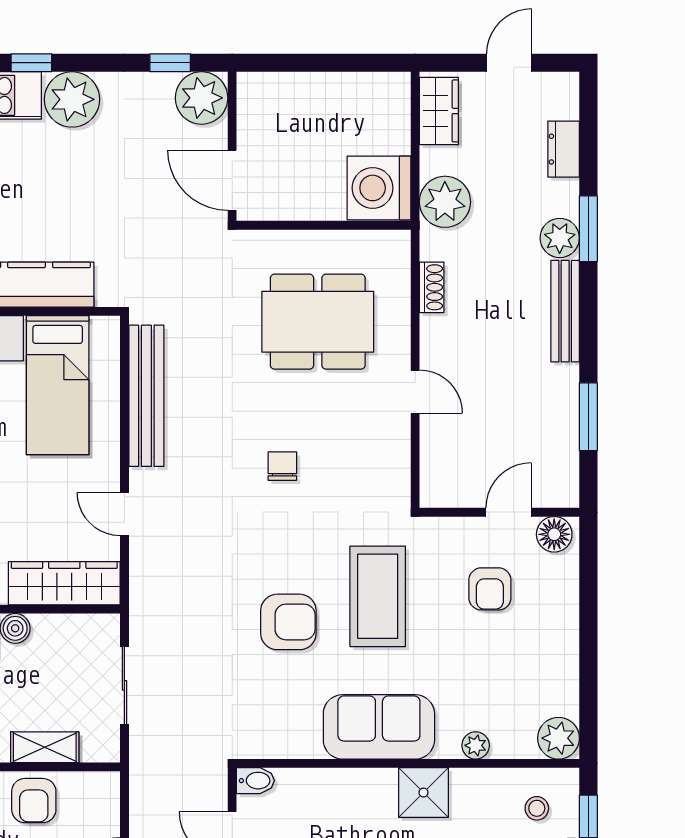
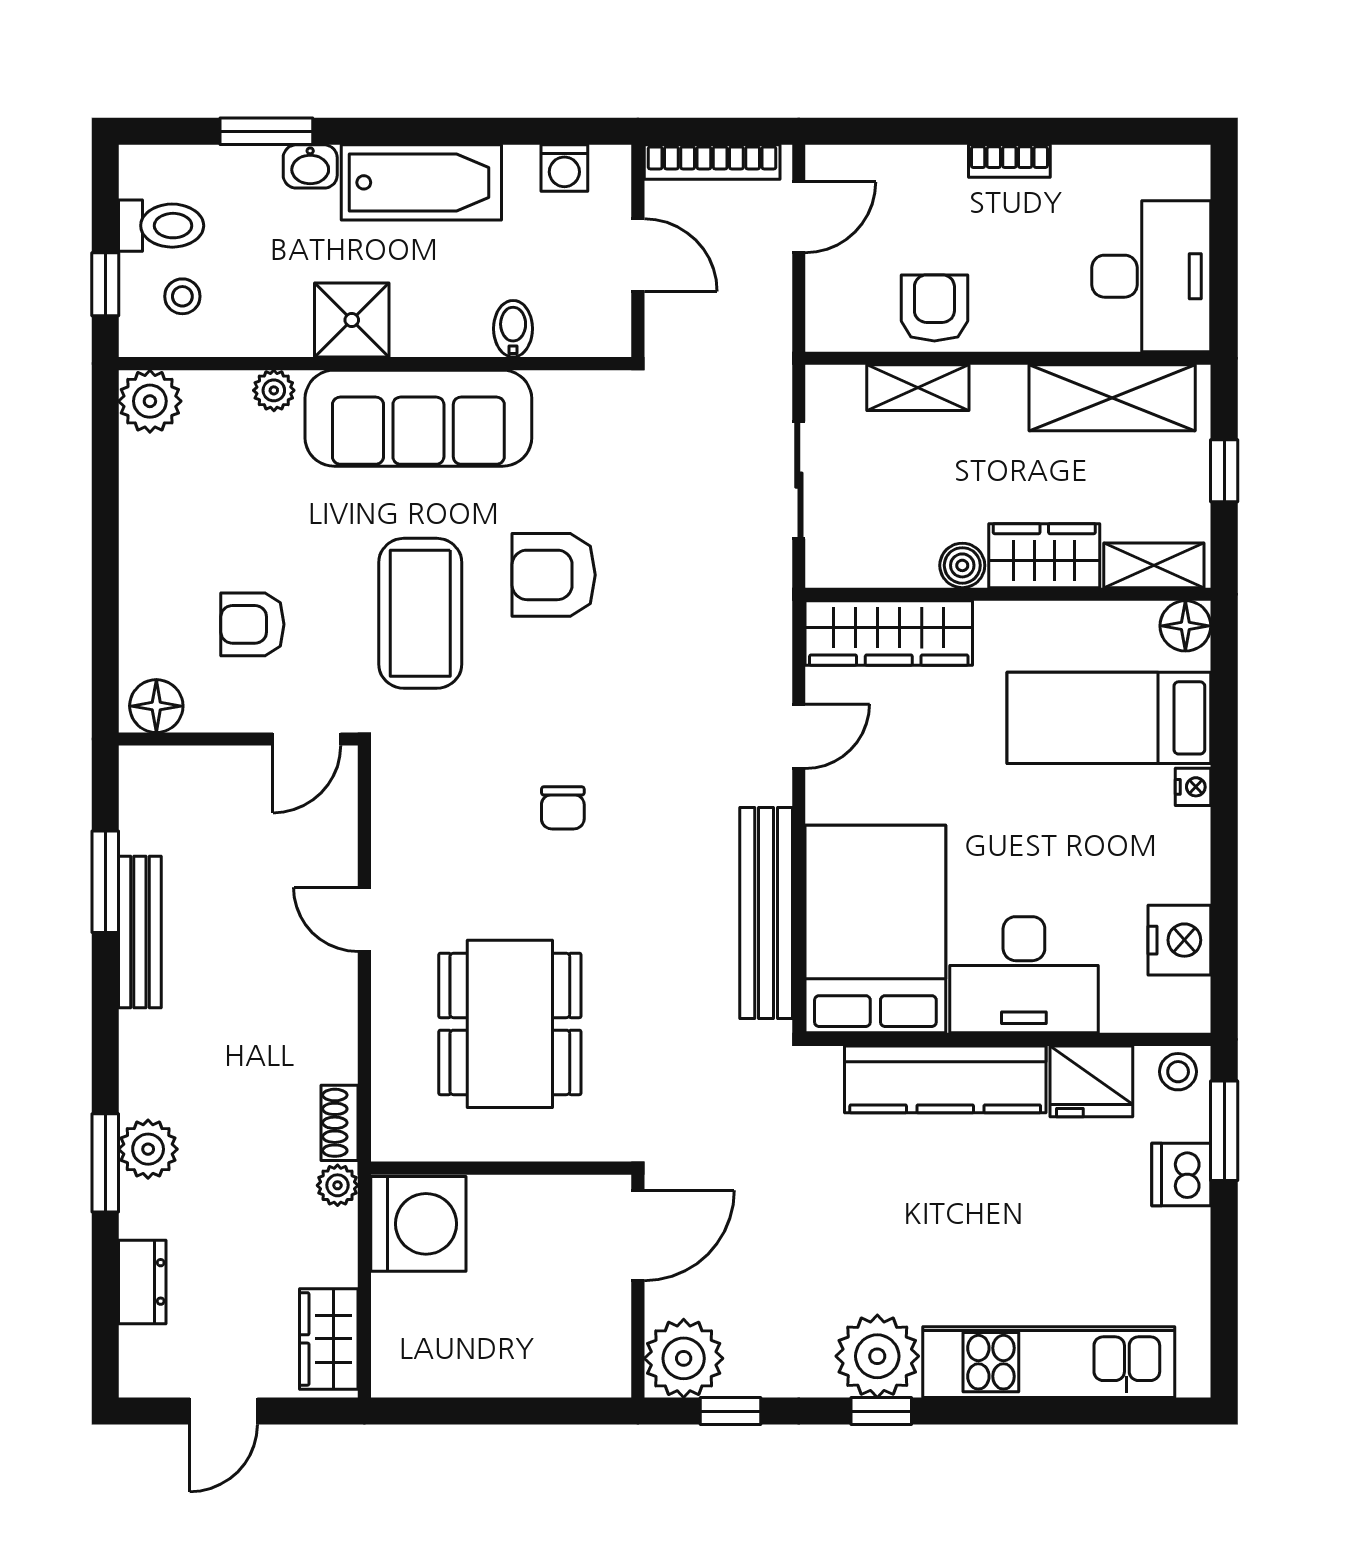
window: (31, 63) -> (881, 1411), moved
door: (232, 180) -> (638, 1235), hinge flipped
plant: (445, 202) -> (338, 1185), width x0.53, depth x0.53
shoe rack: (432, 287) -> (340, 1123), moved
bench: (565, 311) -> (140, 932), moved
dining table: (318, 322) -> (510, 1024), turned 90
bed: (58, 385) -> (875, 929), width x1.50
door: (509, 512) -> (307, 739), moved
door: (124, 514) -> (799, 736), hinge flipped
armchair: (490, 589) -> (252, 624), turned -90
sofa: (379, 727) -> (418, 418), width x1.36
bidet: (255, 781) -> (513, 329), moved, turned 90

